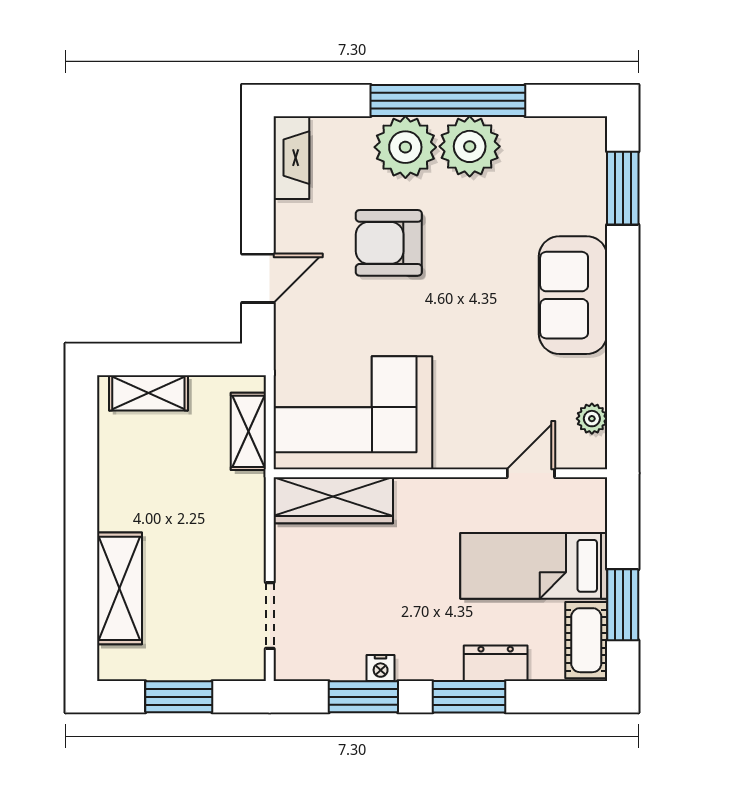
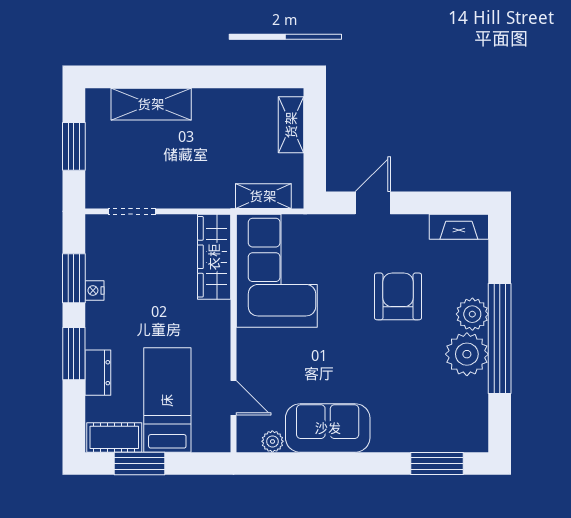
plant: (405, 147) -> (472, 314), width x0.73, depth x0.73
door: (258, 278) -> (373, 203), swing flipped
sofa: (573, 295) -> (328, 428), moved

